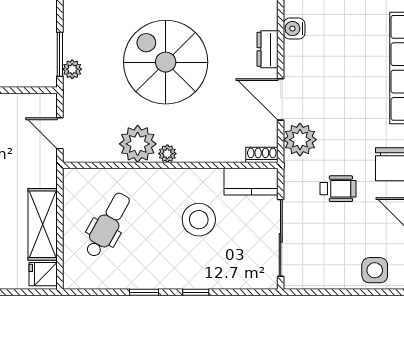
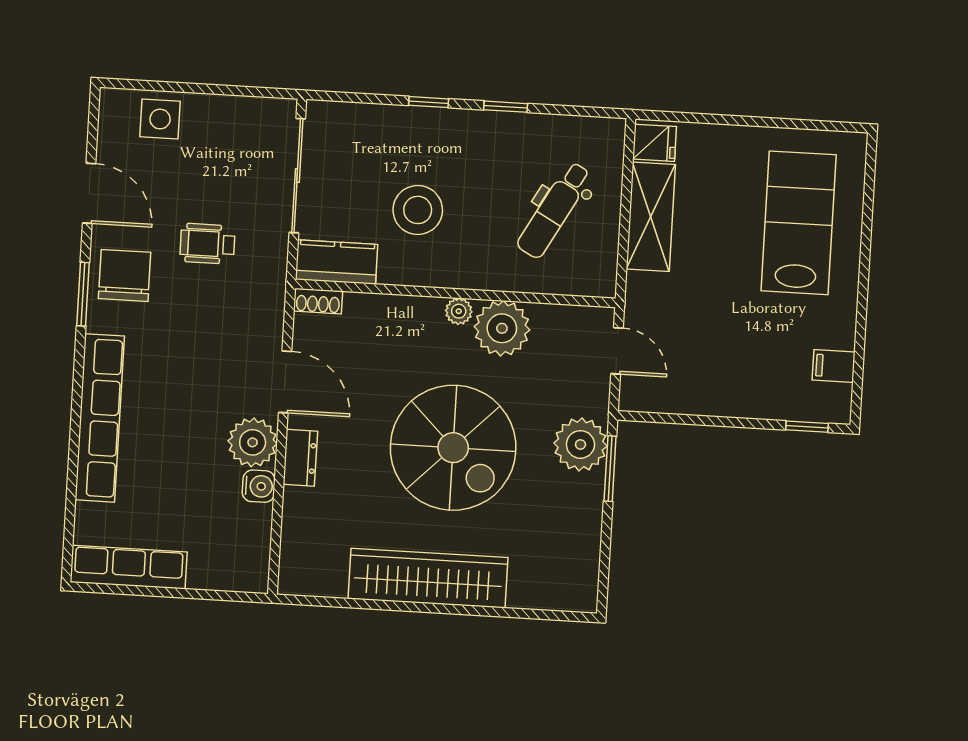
plant: (72, 69) -> (580, 444), width x1.87, depth x1.87
plant: (300, 140) -> (253, 442), moved

